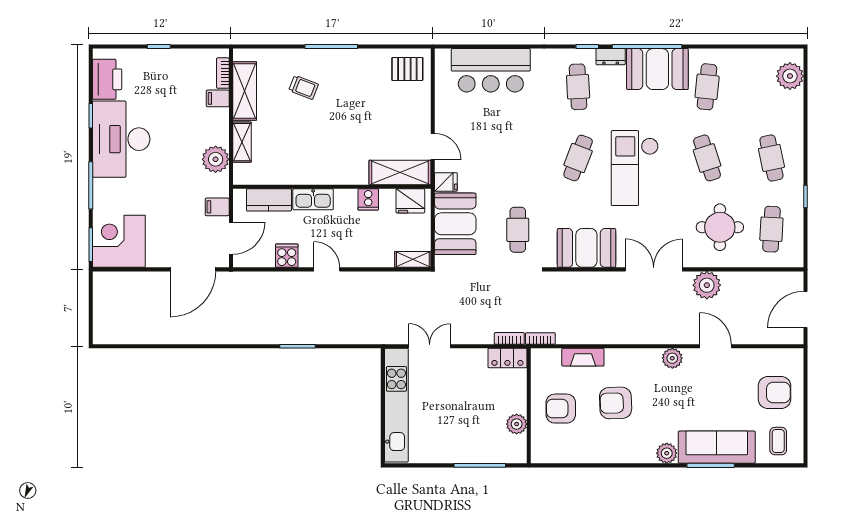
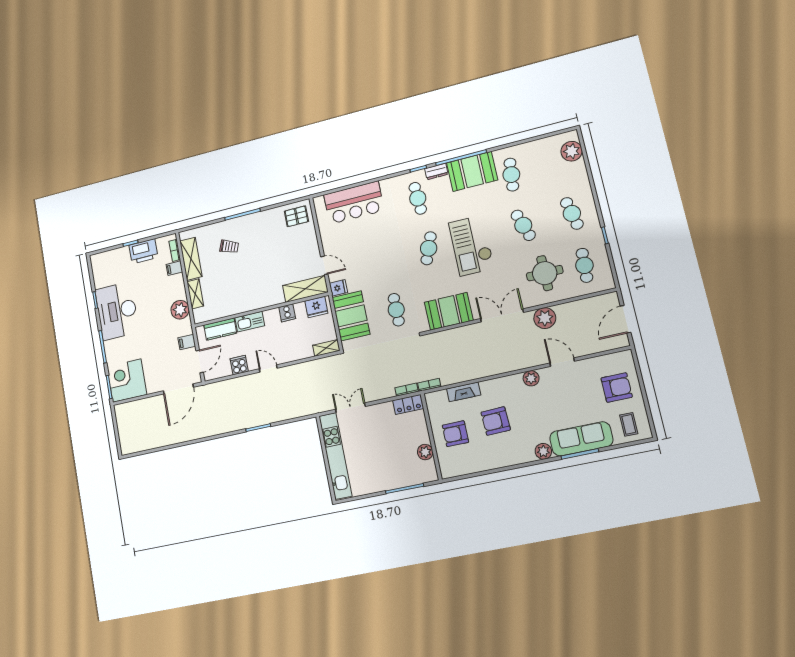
printer: (107, 79) -> (143, 251), moved, turned 90

